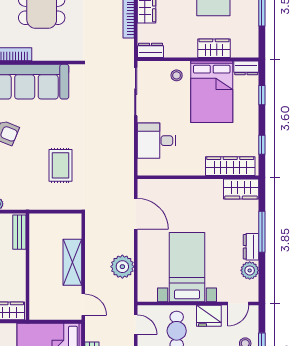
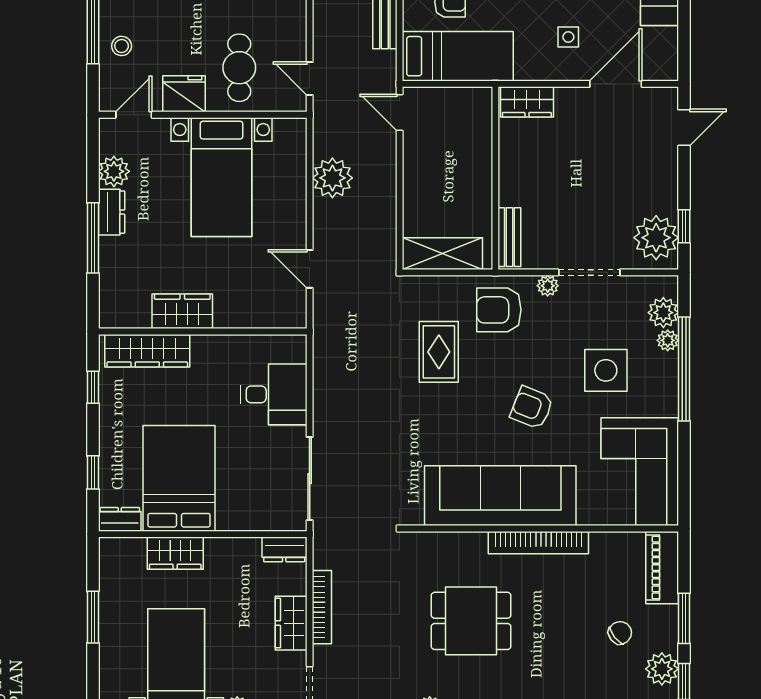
stool: (177, 75) -> (239, 506), removed
wardrobe: (241, 189) -> (182, 311), moved
armchair: (25, 190) -> (499, 310), added
door: (136, 214) -> (310, 269), width x0.73
shelving: (72, 262) -> (442, 254), moved, turned 90

